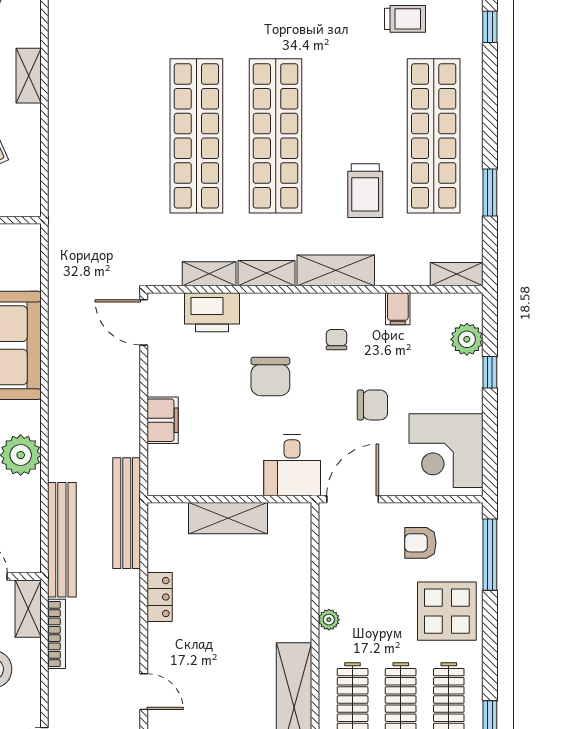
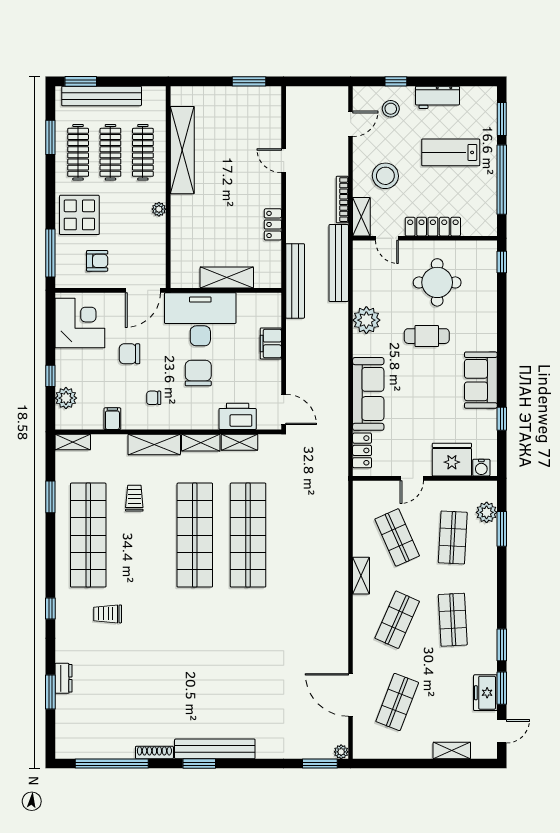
trolley: (365, 191) -> (134, 498), width x0.73, depth x0.72
locker: (27, 262) -> (362, 450), added
chair: (337, 340) -> (154, 398), turned 90
desk: (292, 465) -> (200, 319), width x1.87, depth x1.30

